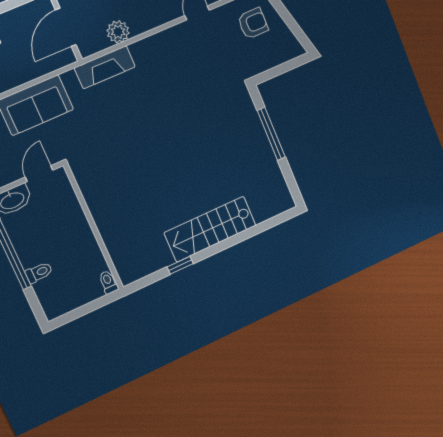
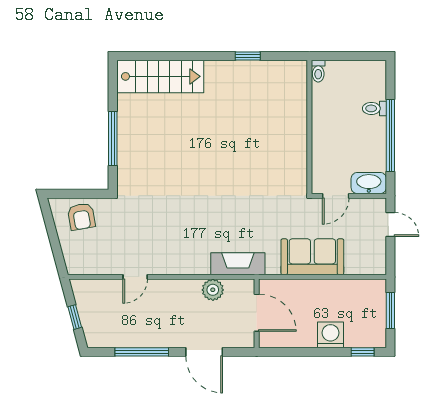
armchair: (253, 23) -> (81, 217), moved, turned -100
door: (66, 27) -> (257, 313), hinge flipped
stairs: (210, 229) -> (160, 76), moved

